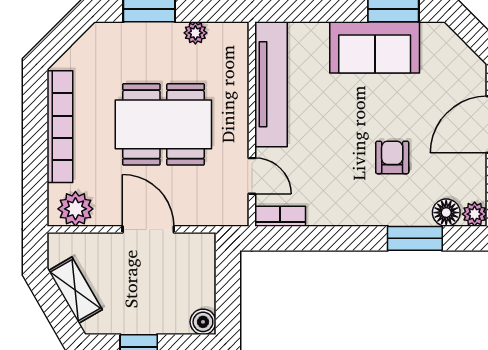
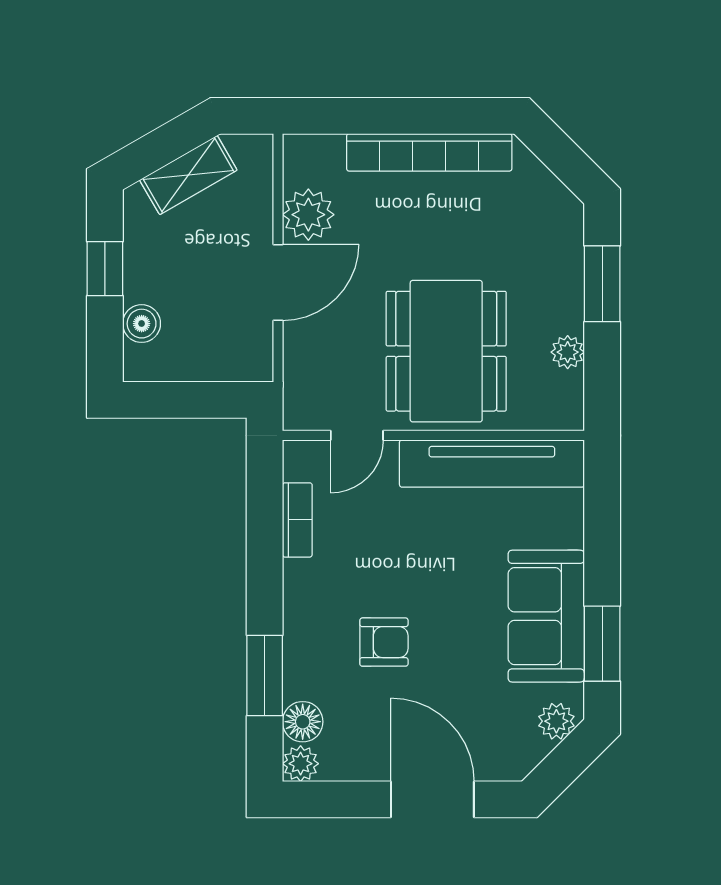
plant: (446, 40) -> (556, 721), added
dining table: (163, 124) -> (446, 351), moved
plant: (75, 209) -> (308, 215), moved
bookcase: (280, 216) -> (297, 520), moved
boiler: (203, 322) -> (142, 324), moved

